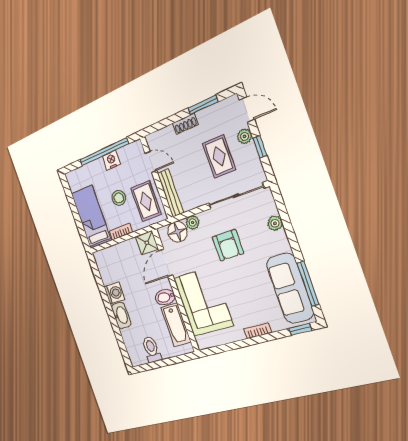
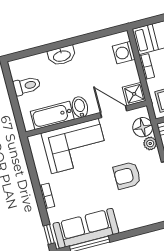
plant: (275, 223) -> (144, 220), removed
washing machine: (114, 293) -> (124, 53), moved, turned 90

